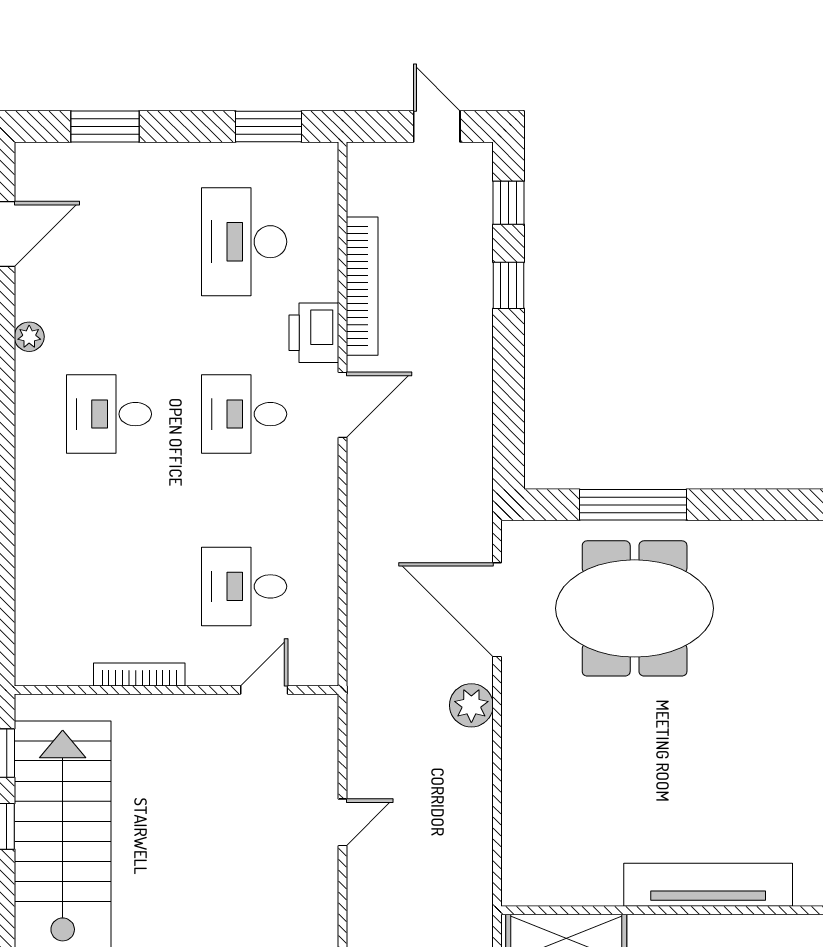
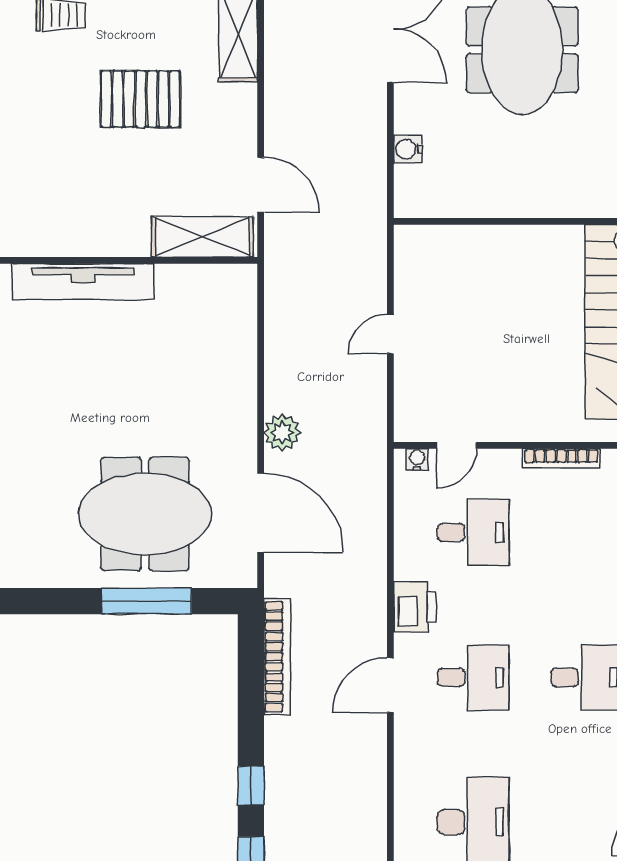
bookcase: (362, 286) -> (277, 657), moved, turned 180
printer: (314, 333) -> (415, 607), moved
water cooler: (311, 673) -> (417, 459), added

